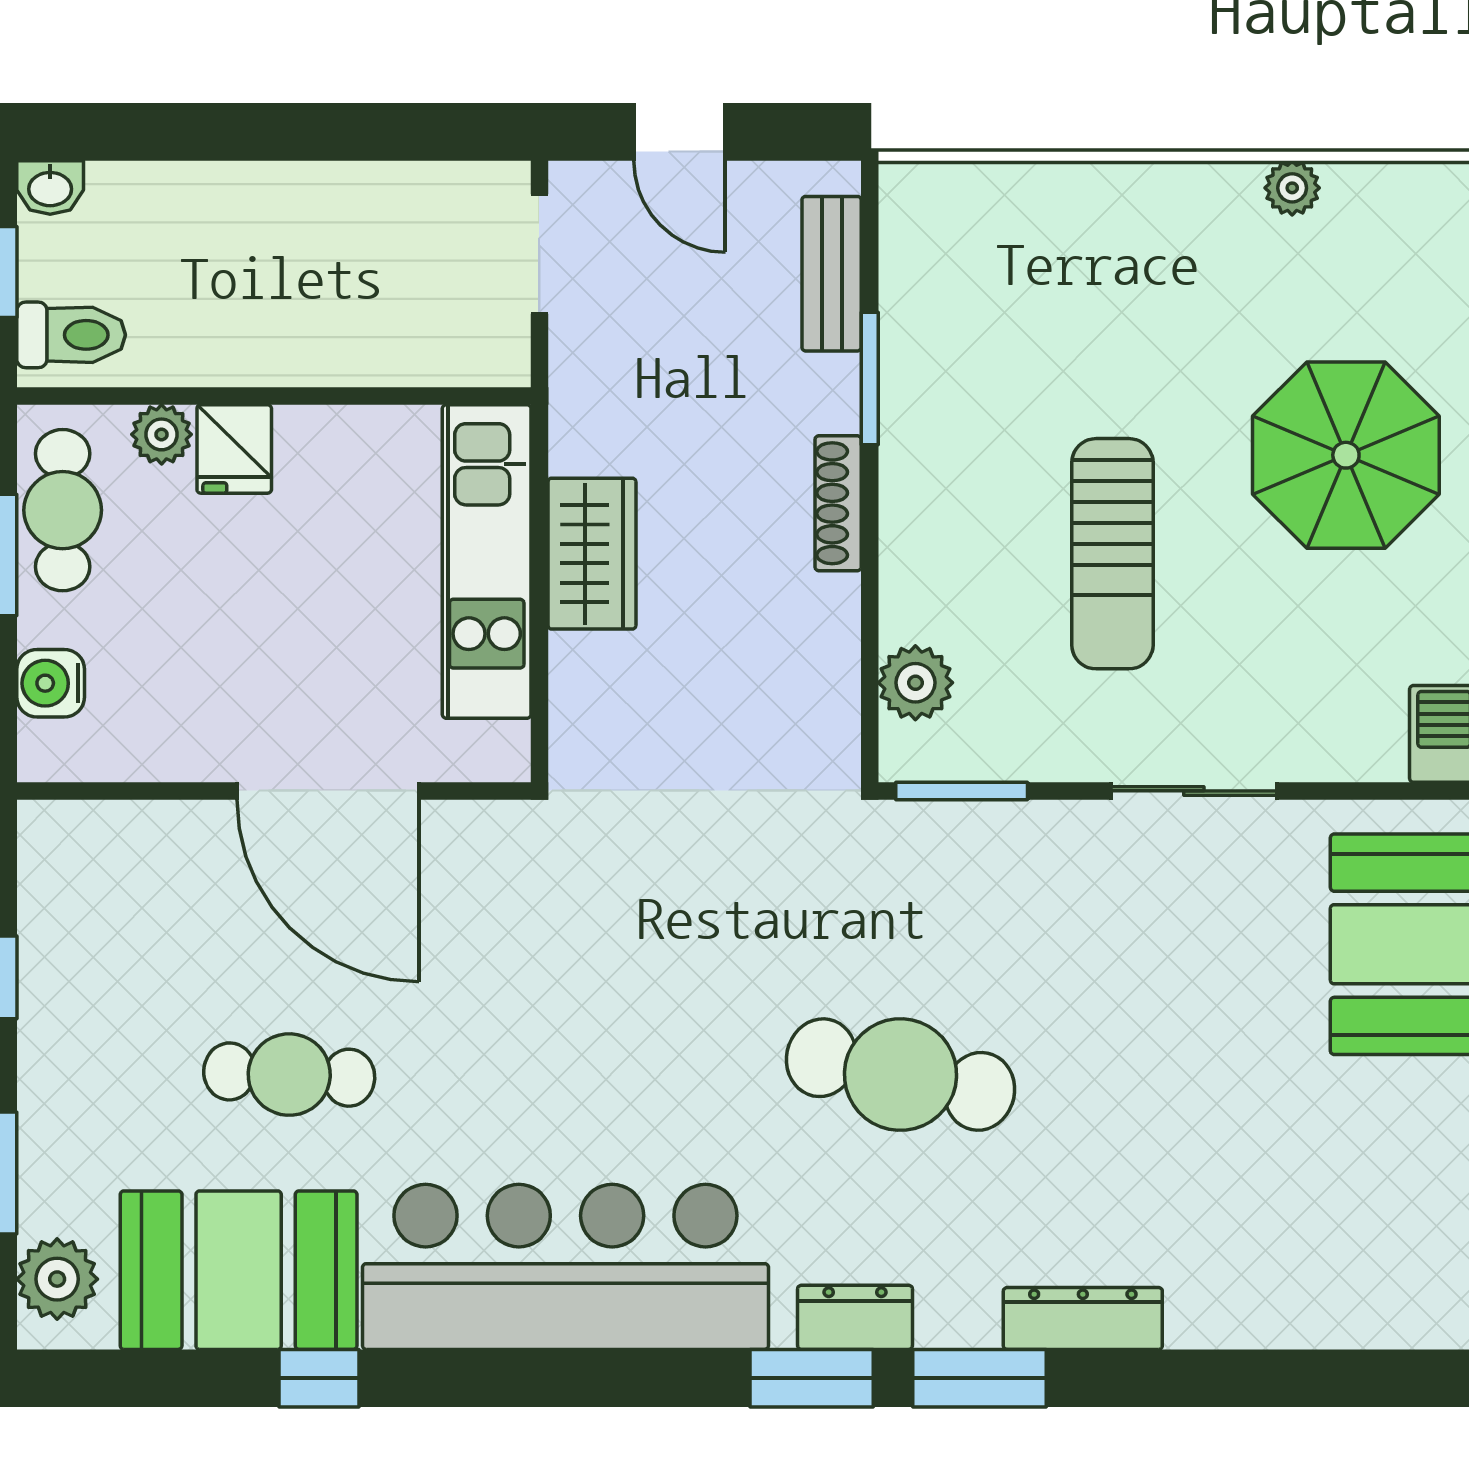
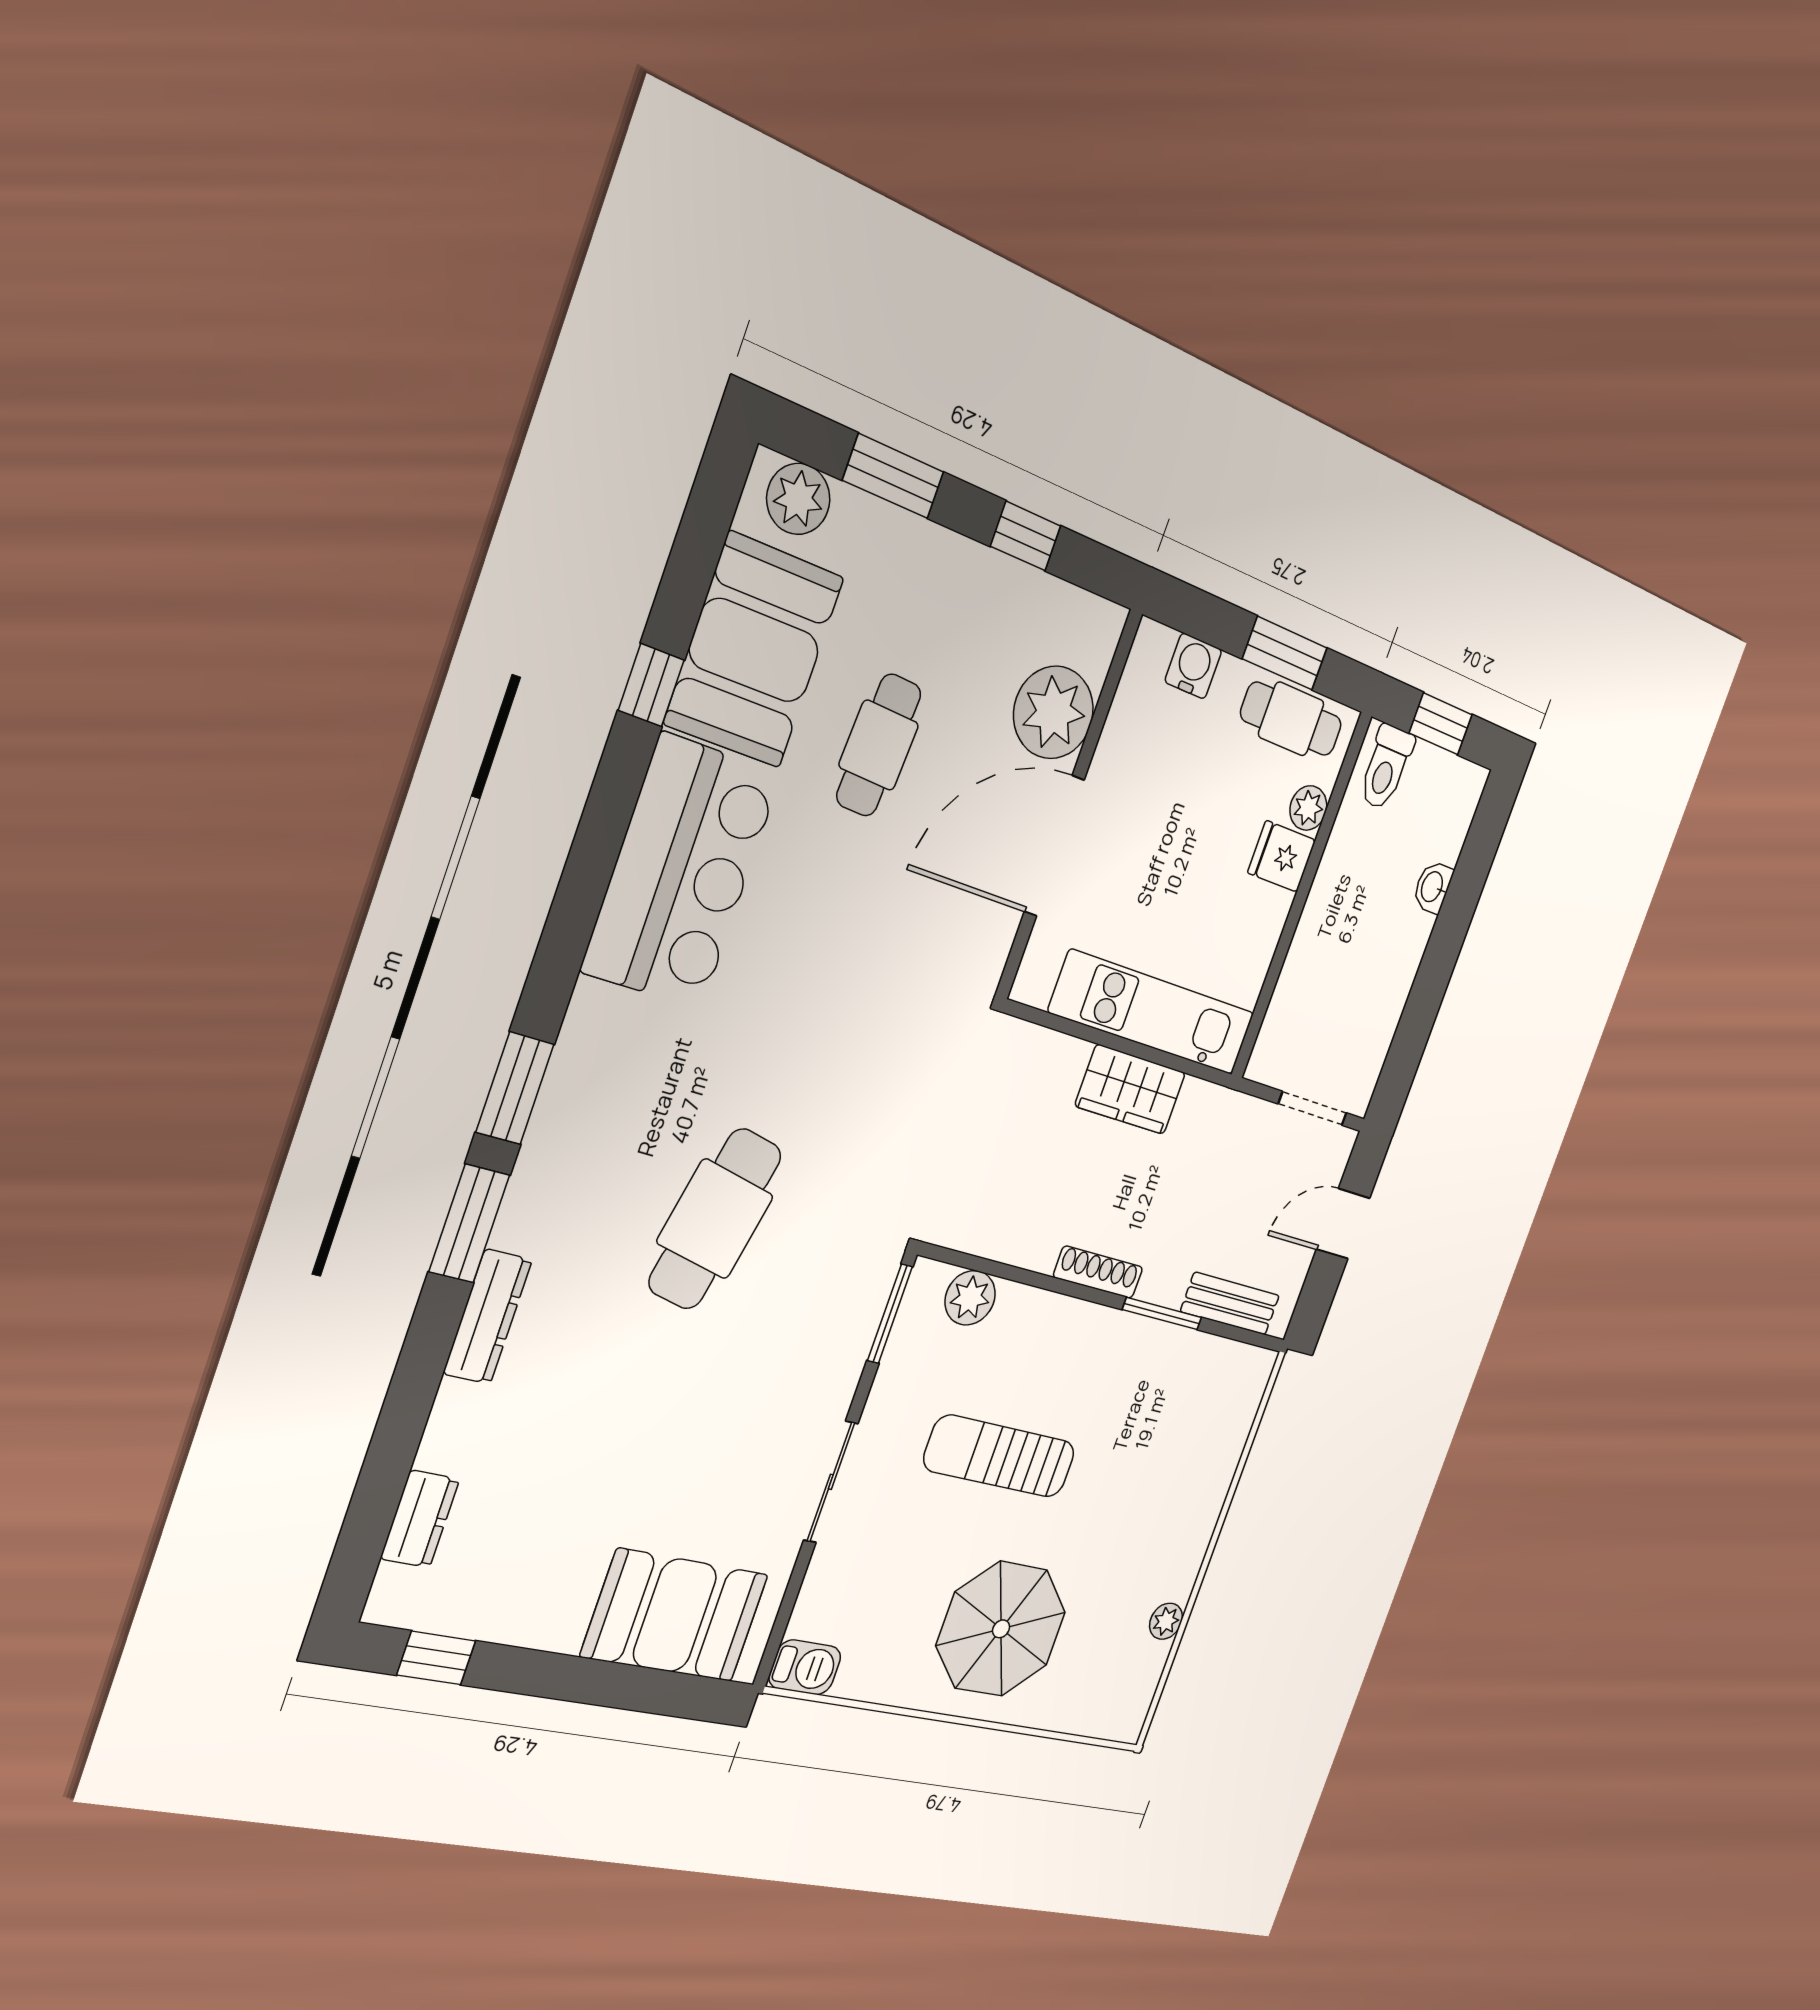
washbasin: (50, 188) -> (1433, 887), moved
plant: (173, 857) -> (1054, 712), added
bar counter: (565, 1267) -> (681, 872), width x0.73
dresser: (855, 1317) -> (420, 1519), moved

